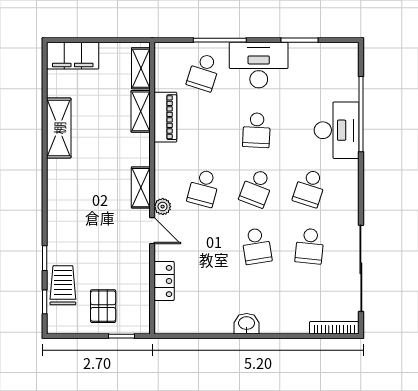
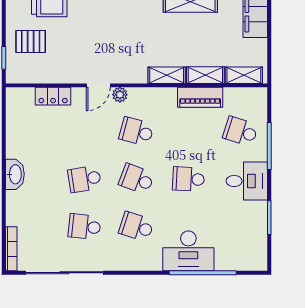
desk: (259, 65) -> (247, 181), width x0.73
shelving: (141, 188) -> (167, 75), moved
washbasin: (247, 324) -> (15, 174), width x1.38

